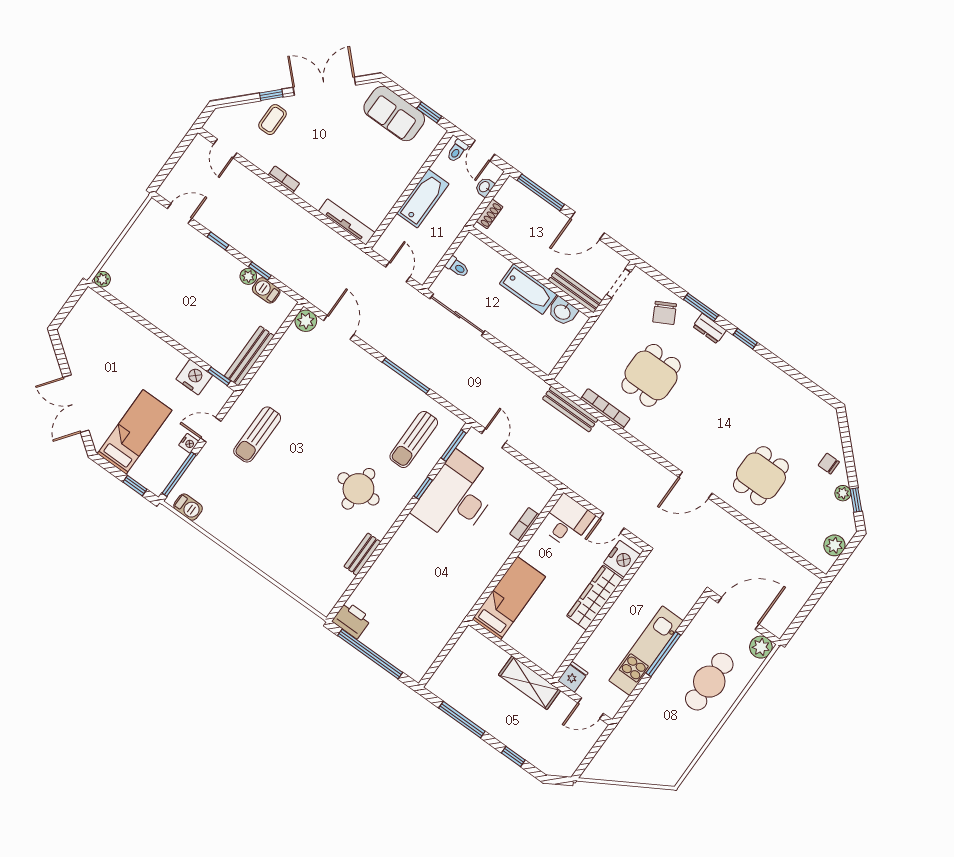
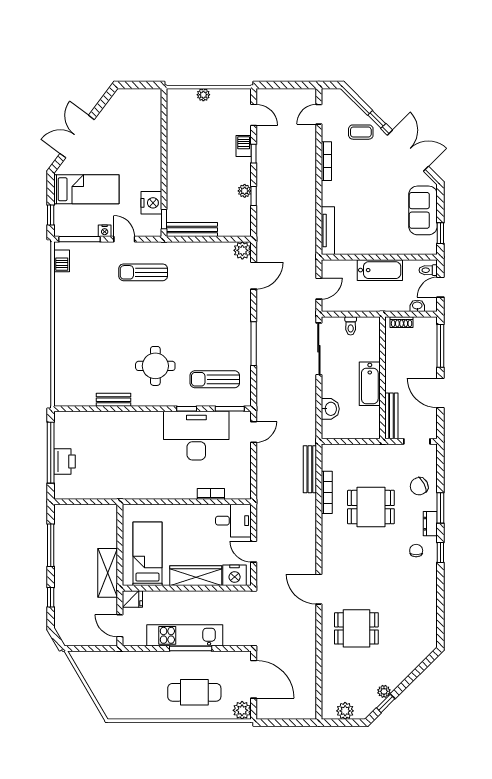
bookcase: (284, 179) -> (326, 161), width x1.56
plant: (102, 279) -> (203, 95), moved
barbecue: (266, 290) -> (244, 146), moved
washbasin: (563, 312) -> (330, 409), moved, turned 180
chair: (829, 464) -> (416, 551), moved
bed: (509, 598) -> (147, 554), moved, turned -90
printer: (352, 620) -> (65, 461), moved

